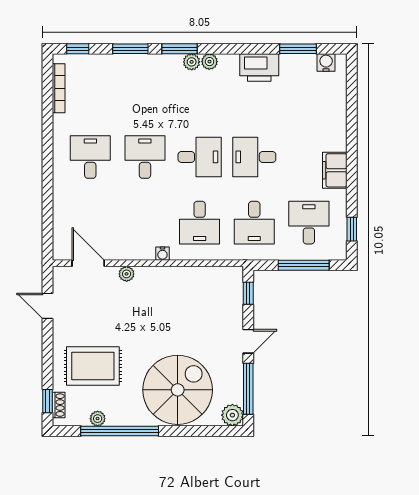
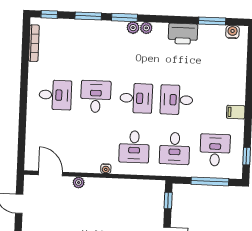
desk: (90, 157) -> (55, 95), turned 90
filing cabinet: (335, 170) -> (236, 112), width x0.50

